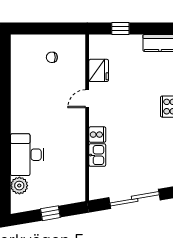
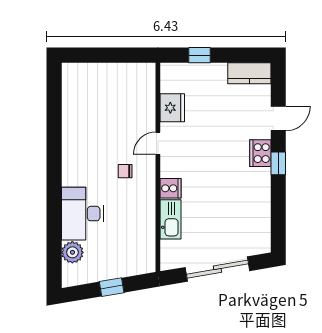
chair: (52, 57) -> (125, 171), moved
kitchen sink: (97, 155) -> (170, 219), width x1.38

